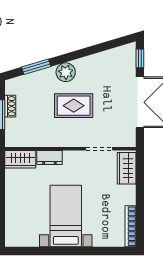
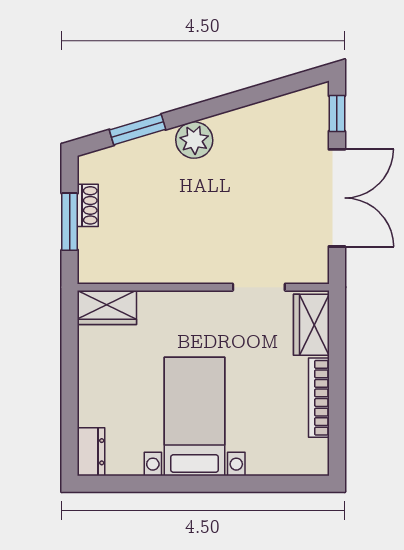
rug: (74, 106) -> (210, 204), removed
dresser: (49, 157) -> (91, 452), moved, turned -90
bookcase: (131, 226) -> (319, 398), moved

